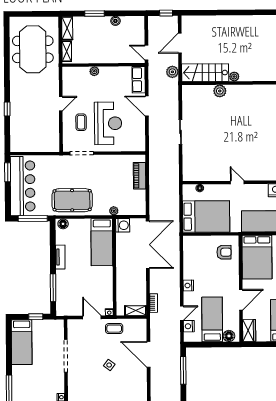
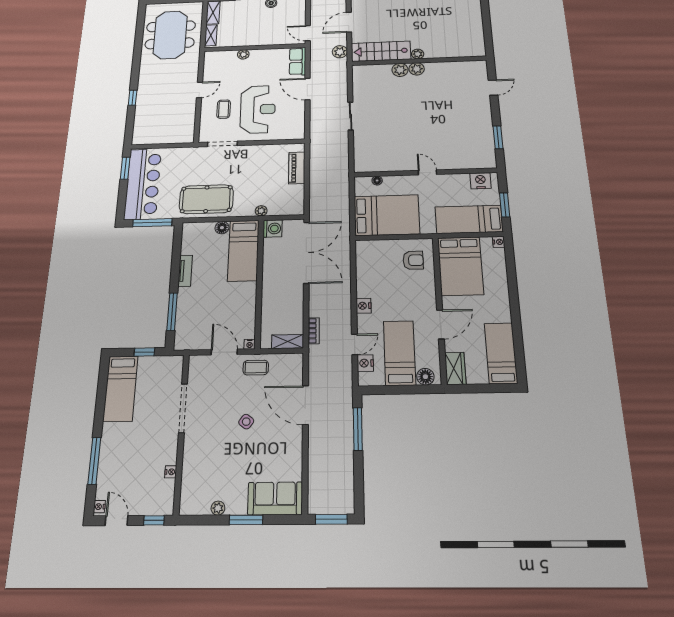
plant: (233, 91) -> (417, 69), added
floor lamp: (63, 224) -> (222, 228), moved

